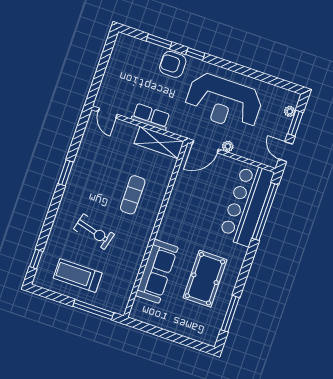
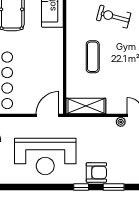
reception desk: (224, 102) -> (45, 156), turned 180
row of seats: (151, 117) -> (100, 124), removed
plant: (228, 146) -> (121, 122), moved

